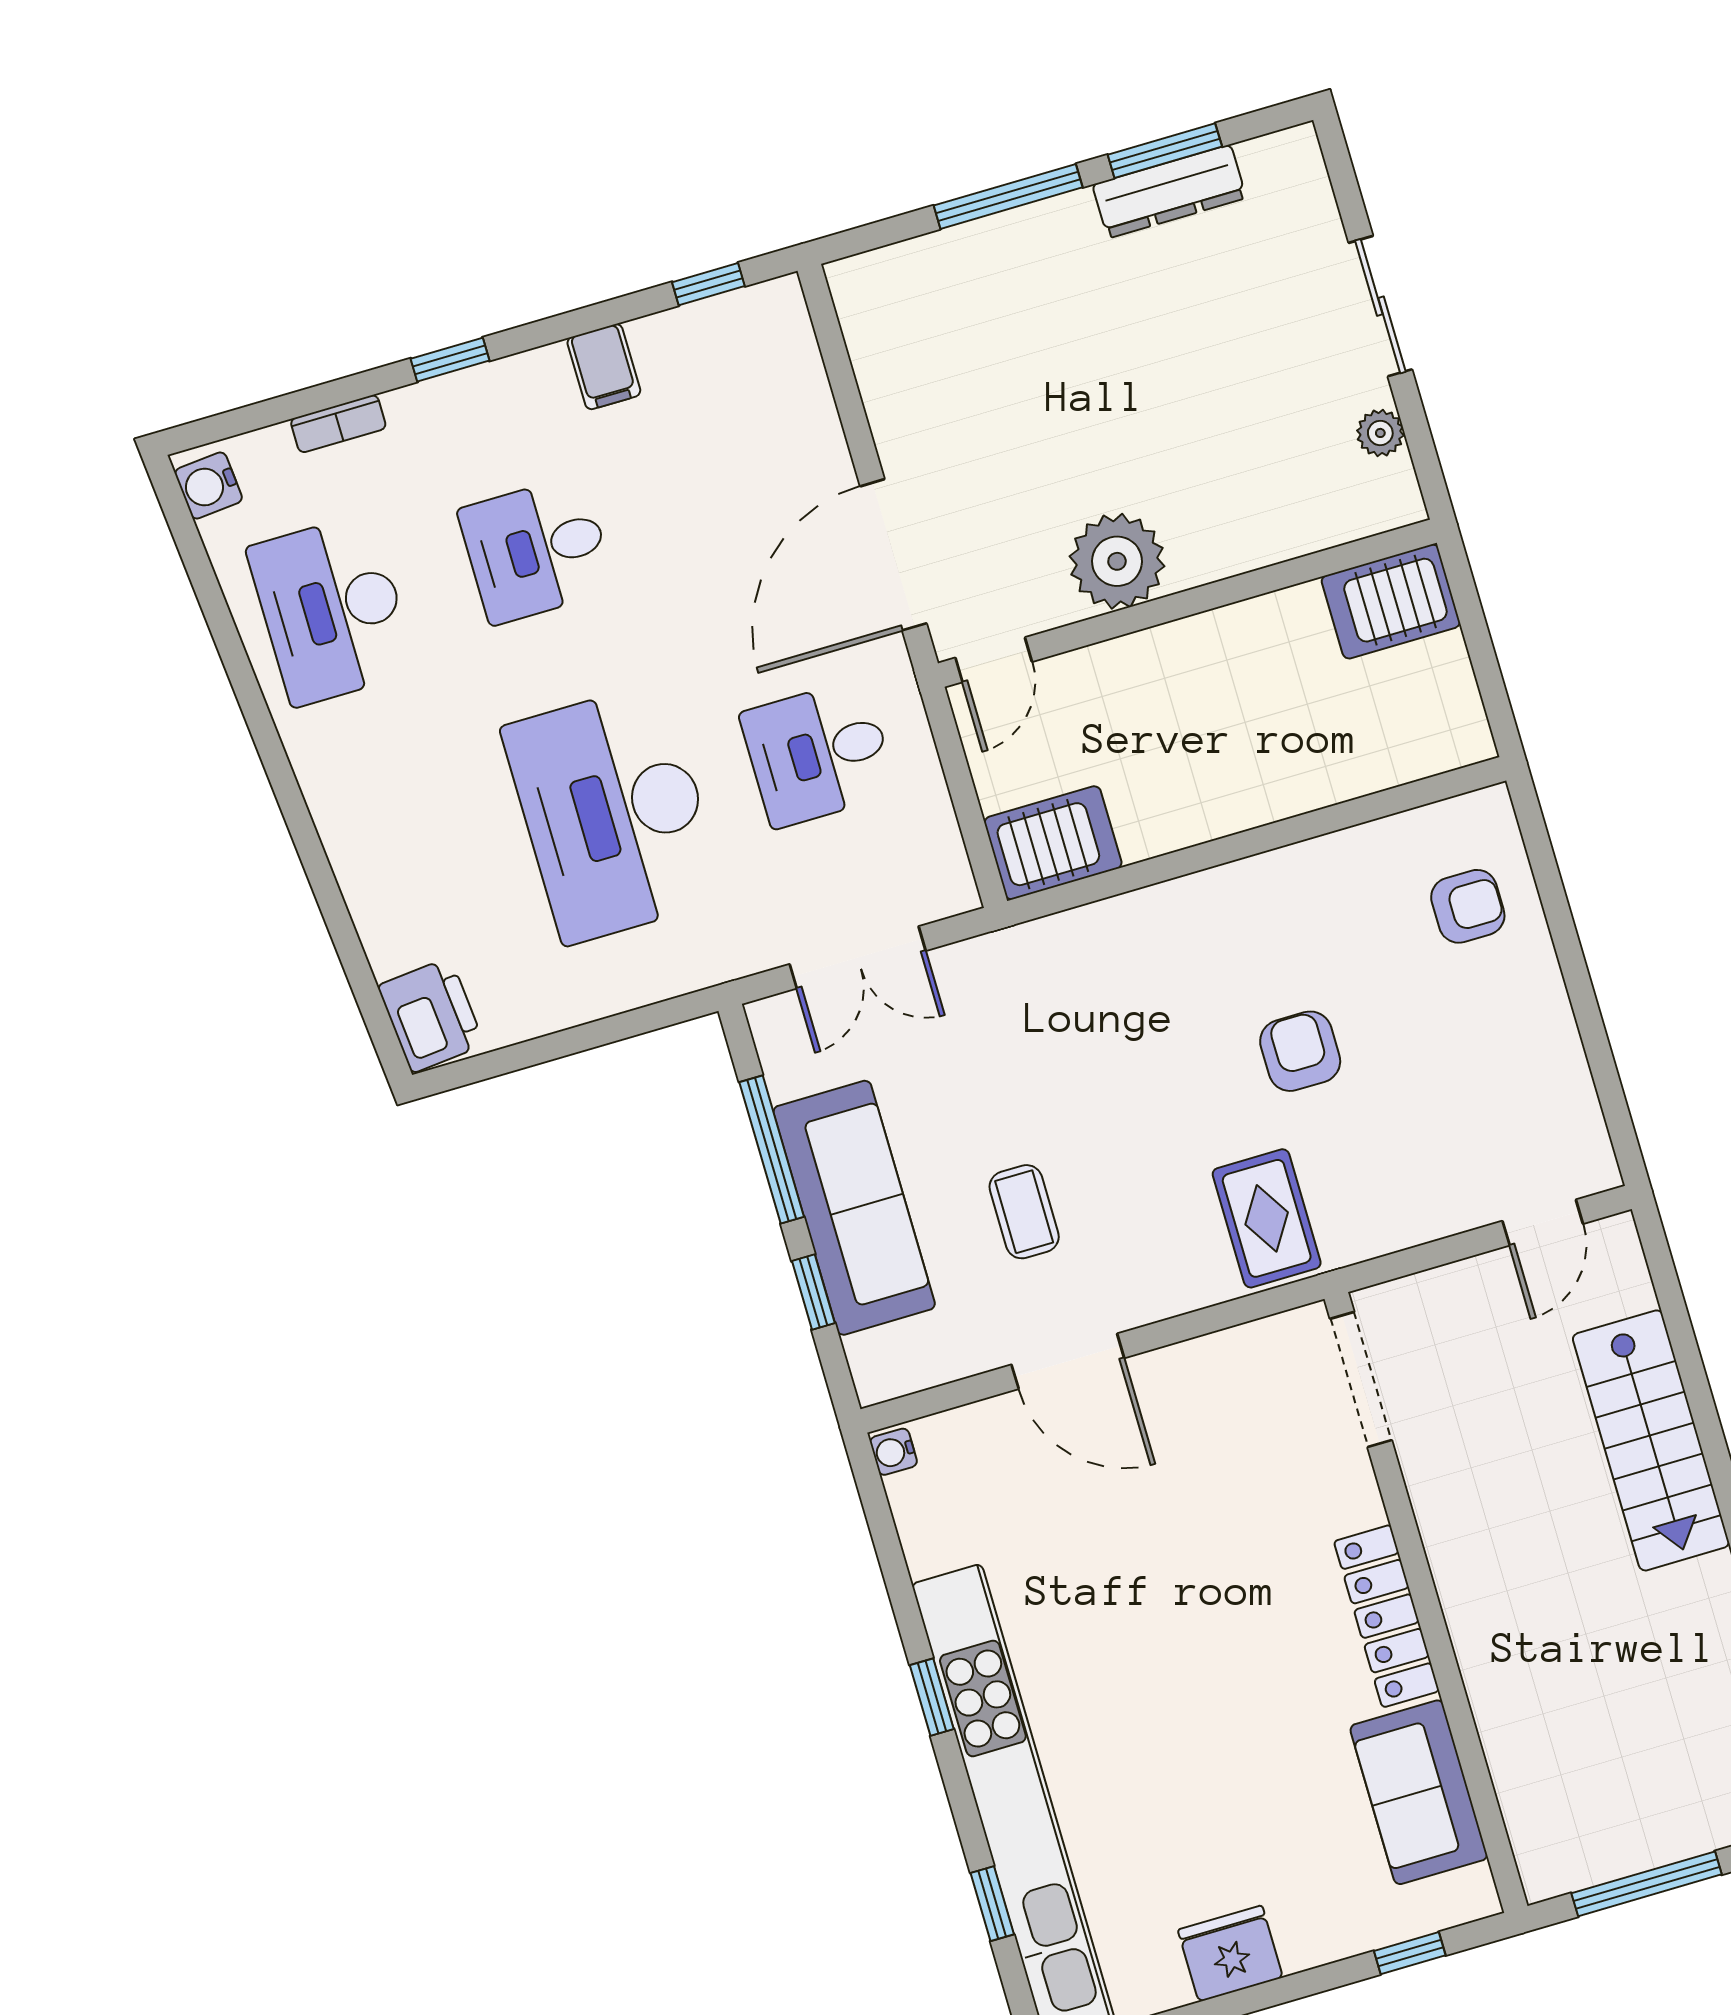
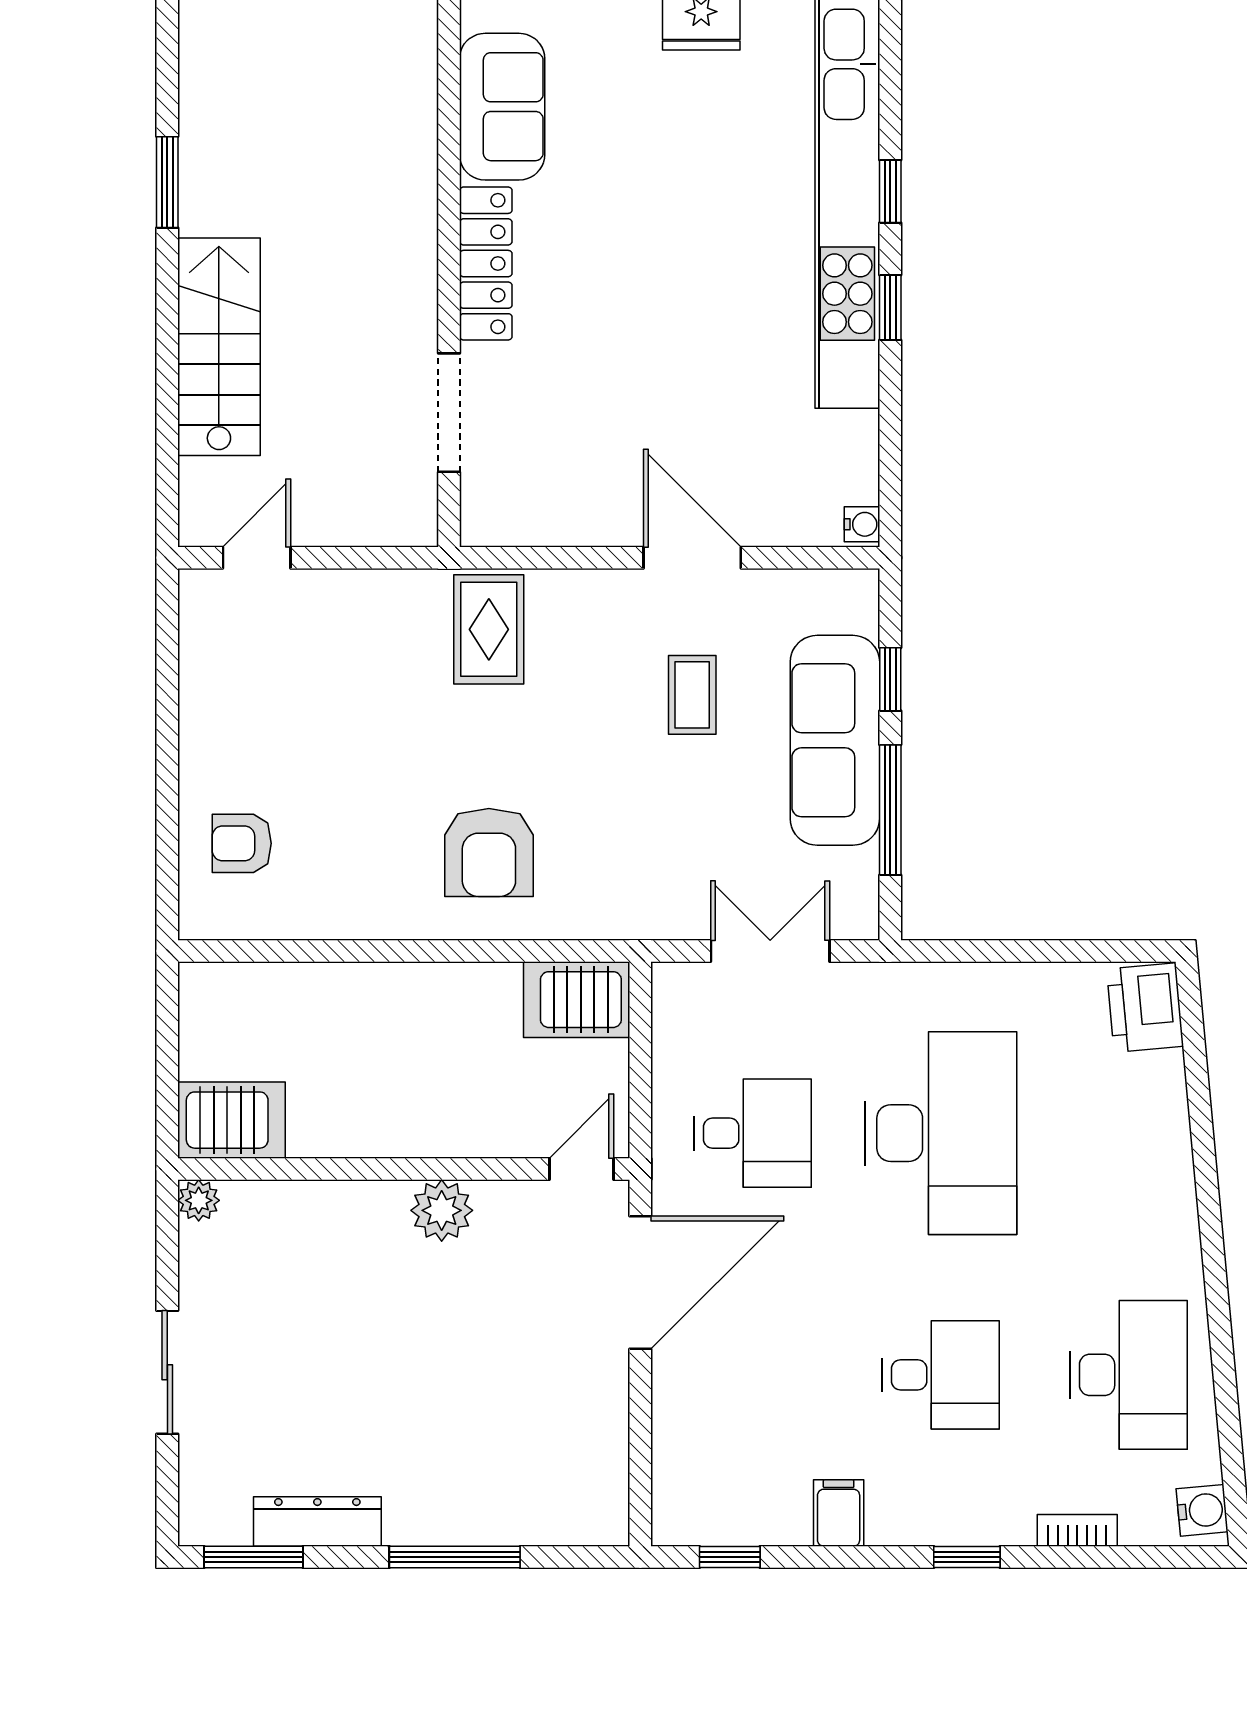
window: (1165, 151) -> (254, 1557), moved
plant: (1380, 433) -> (199, 1200), moved
plant: (1117, 561) -> (442, 1210), width x0.73, depth x0.73
armchair: (1300, 1051) -> (489, 852), moved, width x1.38, depth x1.38
doorway: (1361, 1380) -> (449, 413), moved
window: (992, 1904) -> (890, 191), moved

